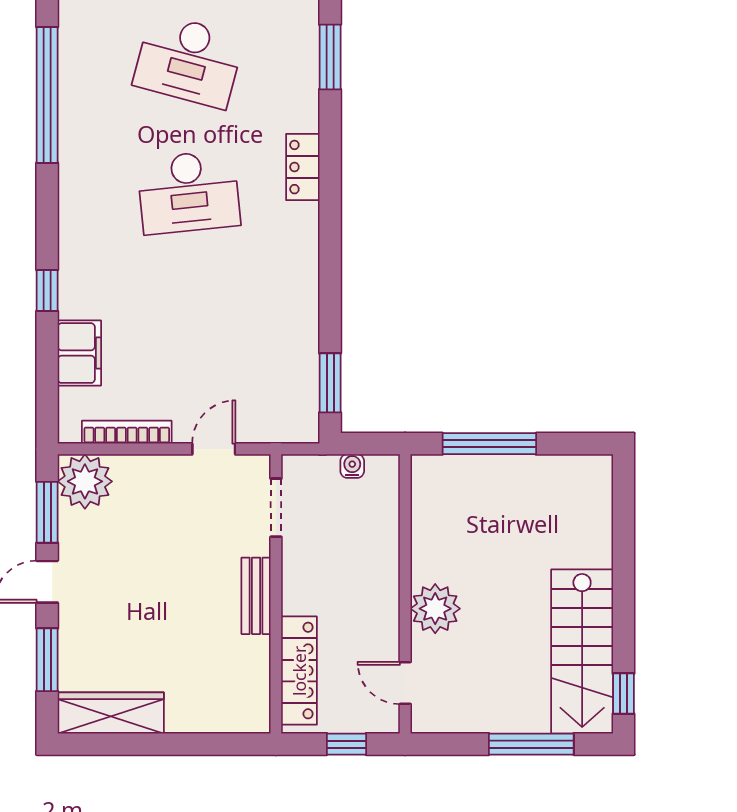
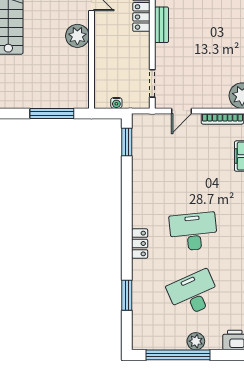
desk: (189, 61) -> (193, 293), turned -39
bench: (256, 596) -> (162, 25), moved

